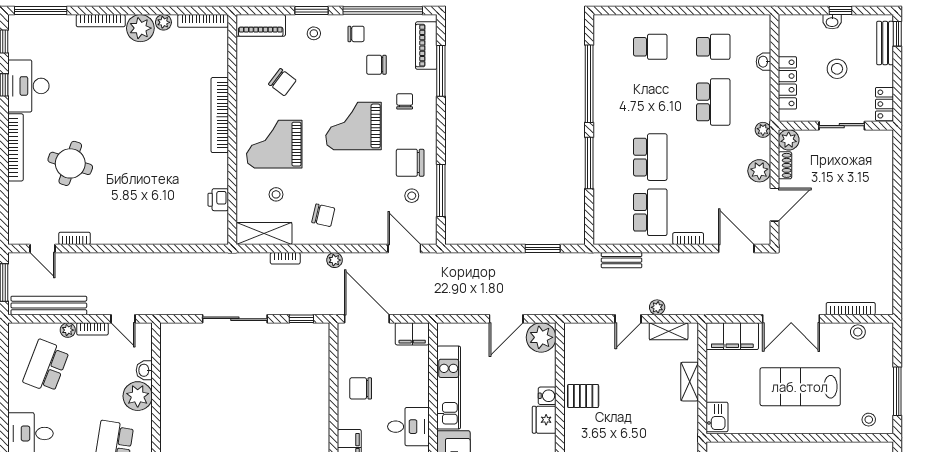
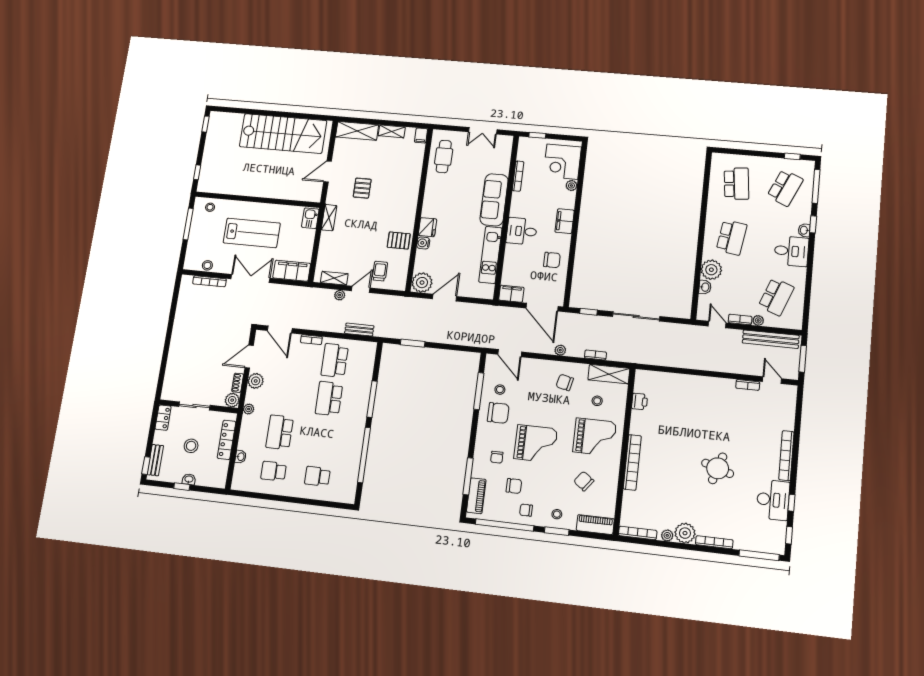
round table: (70, 163) -> (718, 468), moved
trolley: (604, 348) -> (380, 271), added
shelving: (690, 382) -> (329, 218), moved

